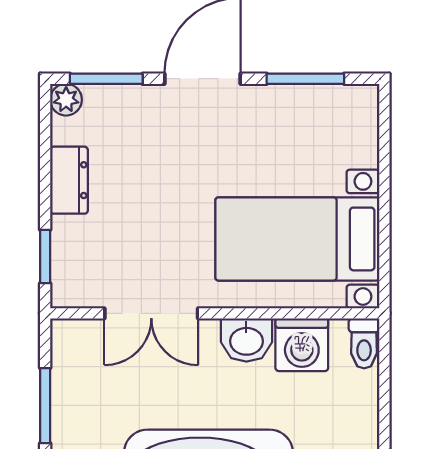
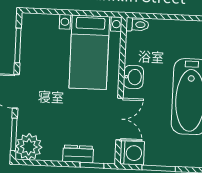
plant: (66, 100) -> (29, 147), width x1.88, depth x1.88
dresser: (69, 180) -> (78, 154), moved
washing machine: (302, 345) -> (132, 153), moved

